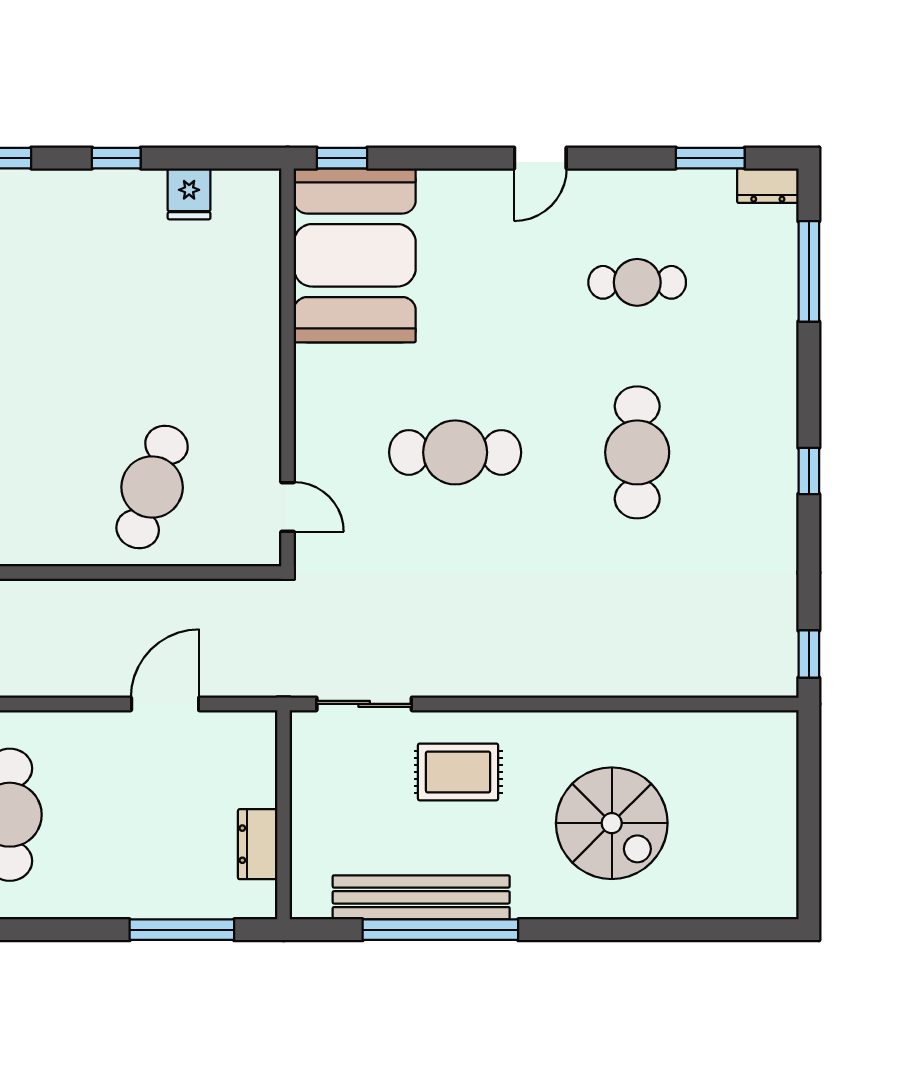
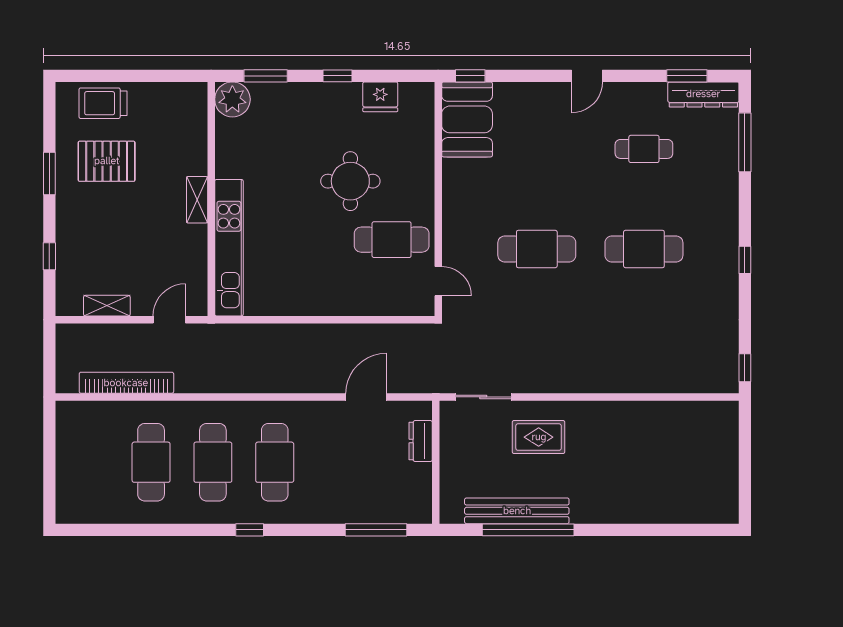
dresser: (768, 186) -> (703, 94), width x1.96, depth x1.24
fridge: (189, 194) -> (380, 97), width x1.38
booth: (355, 255) -> (467, 119), width x0.73, depth x0.70
round table: (138, 337) -> (350, 181), added
cafe table: (637, 452) -> (644, 249), turned 90
cafe table: (152, 487) -> (392, 240), moved, turned 71
spiral stairs: (612, 823) -> (629, 467), removed
dresser: (258, 844) -> (421, 441), moved

